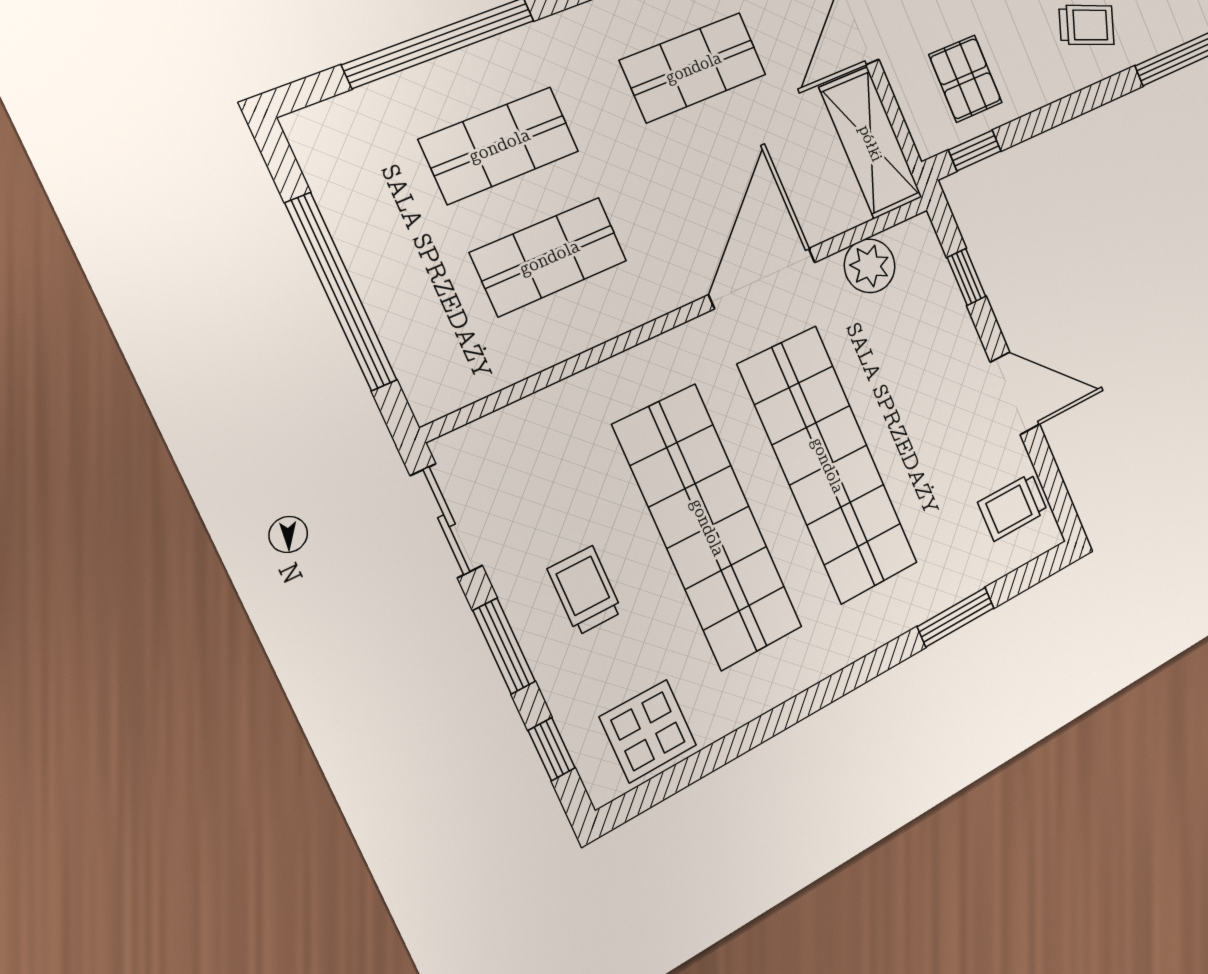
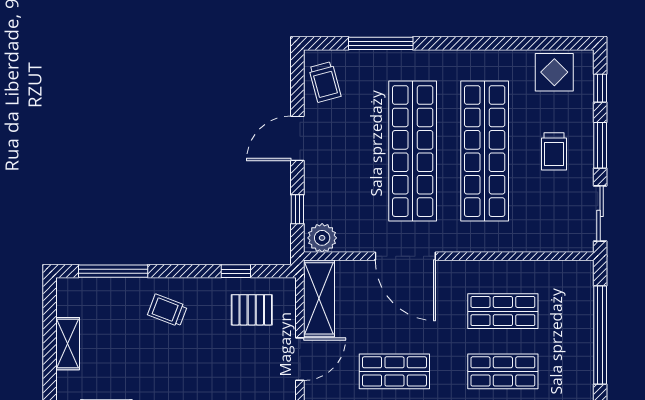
pallet: (966, 79) -> (252, 310), turned 90
window: (975, 151) -> (236, 271), moved
plant: (870, 266) -> (322, 238), moved
door: (762, 278) -> (405, 256), hinge flipped
door: (1015, 393) -> (297, 138), hinge flipped
trolley: (1013, 507) -> (325, 82), turned 75
window: (956, 617) -> (381, 43), width x1.44

